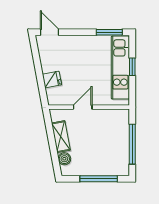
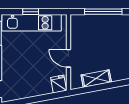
fridge: (52, 79) -> (59, 84), moved
boiler: (64, 159) -> (117, 75), removed

